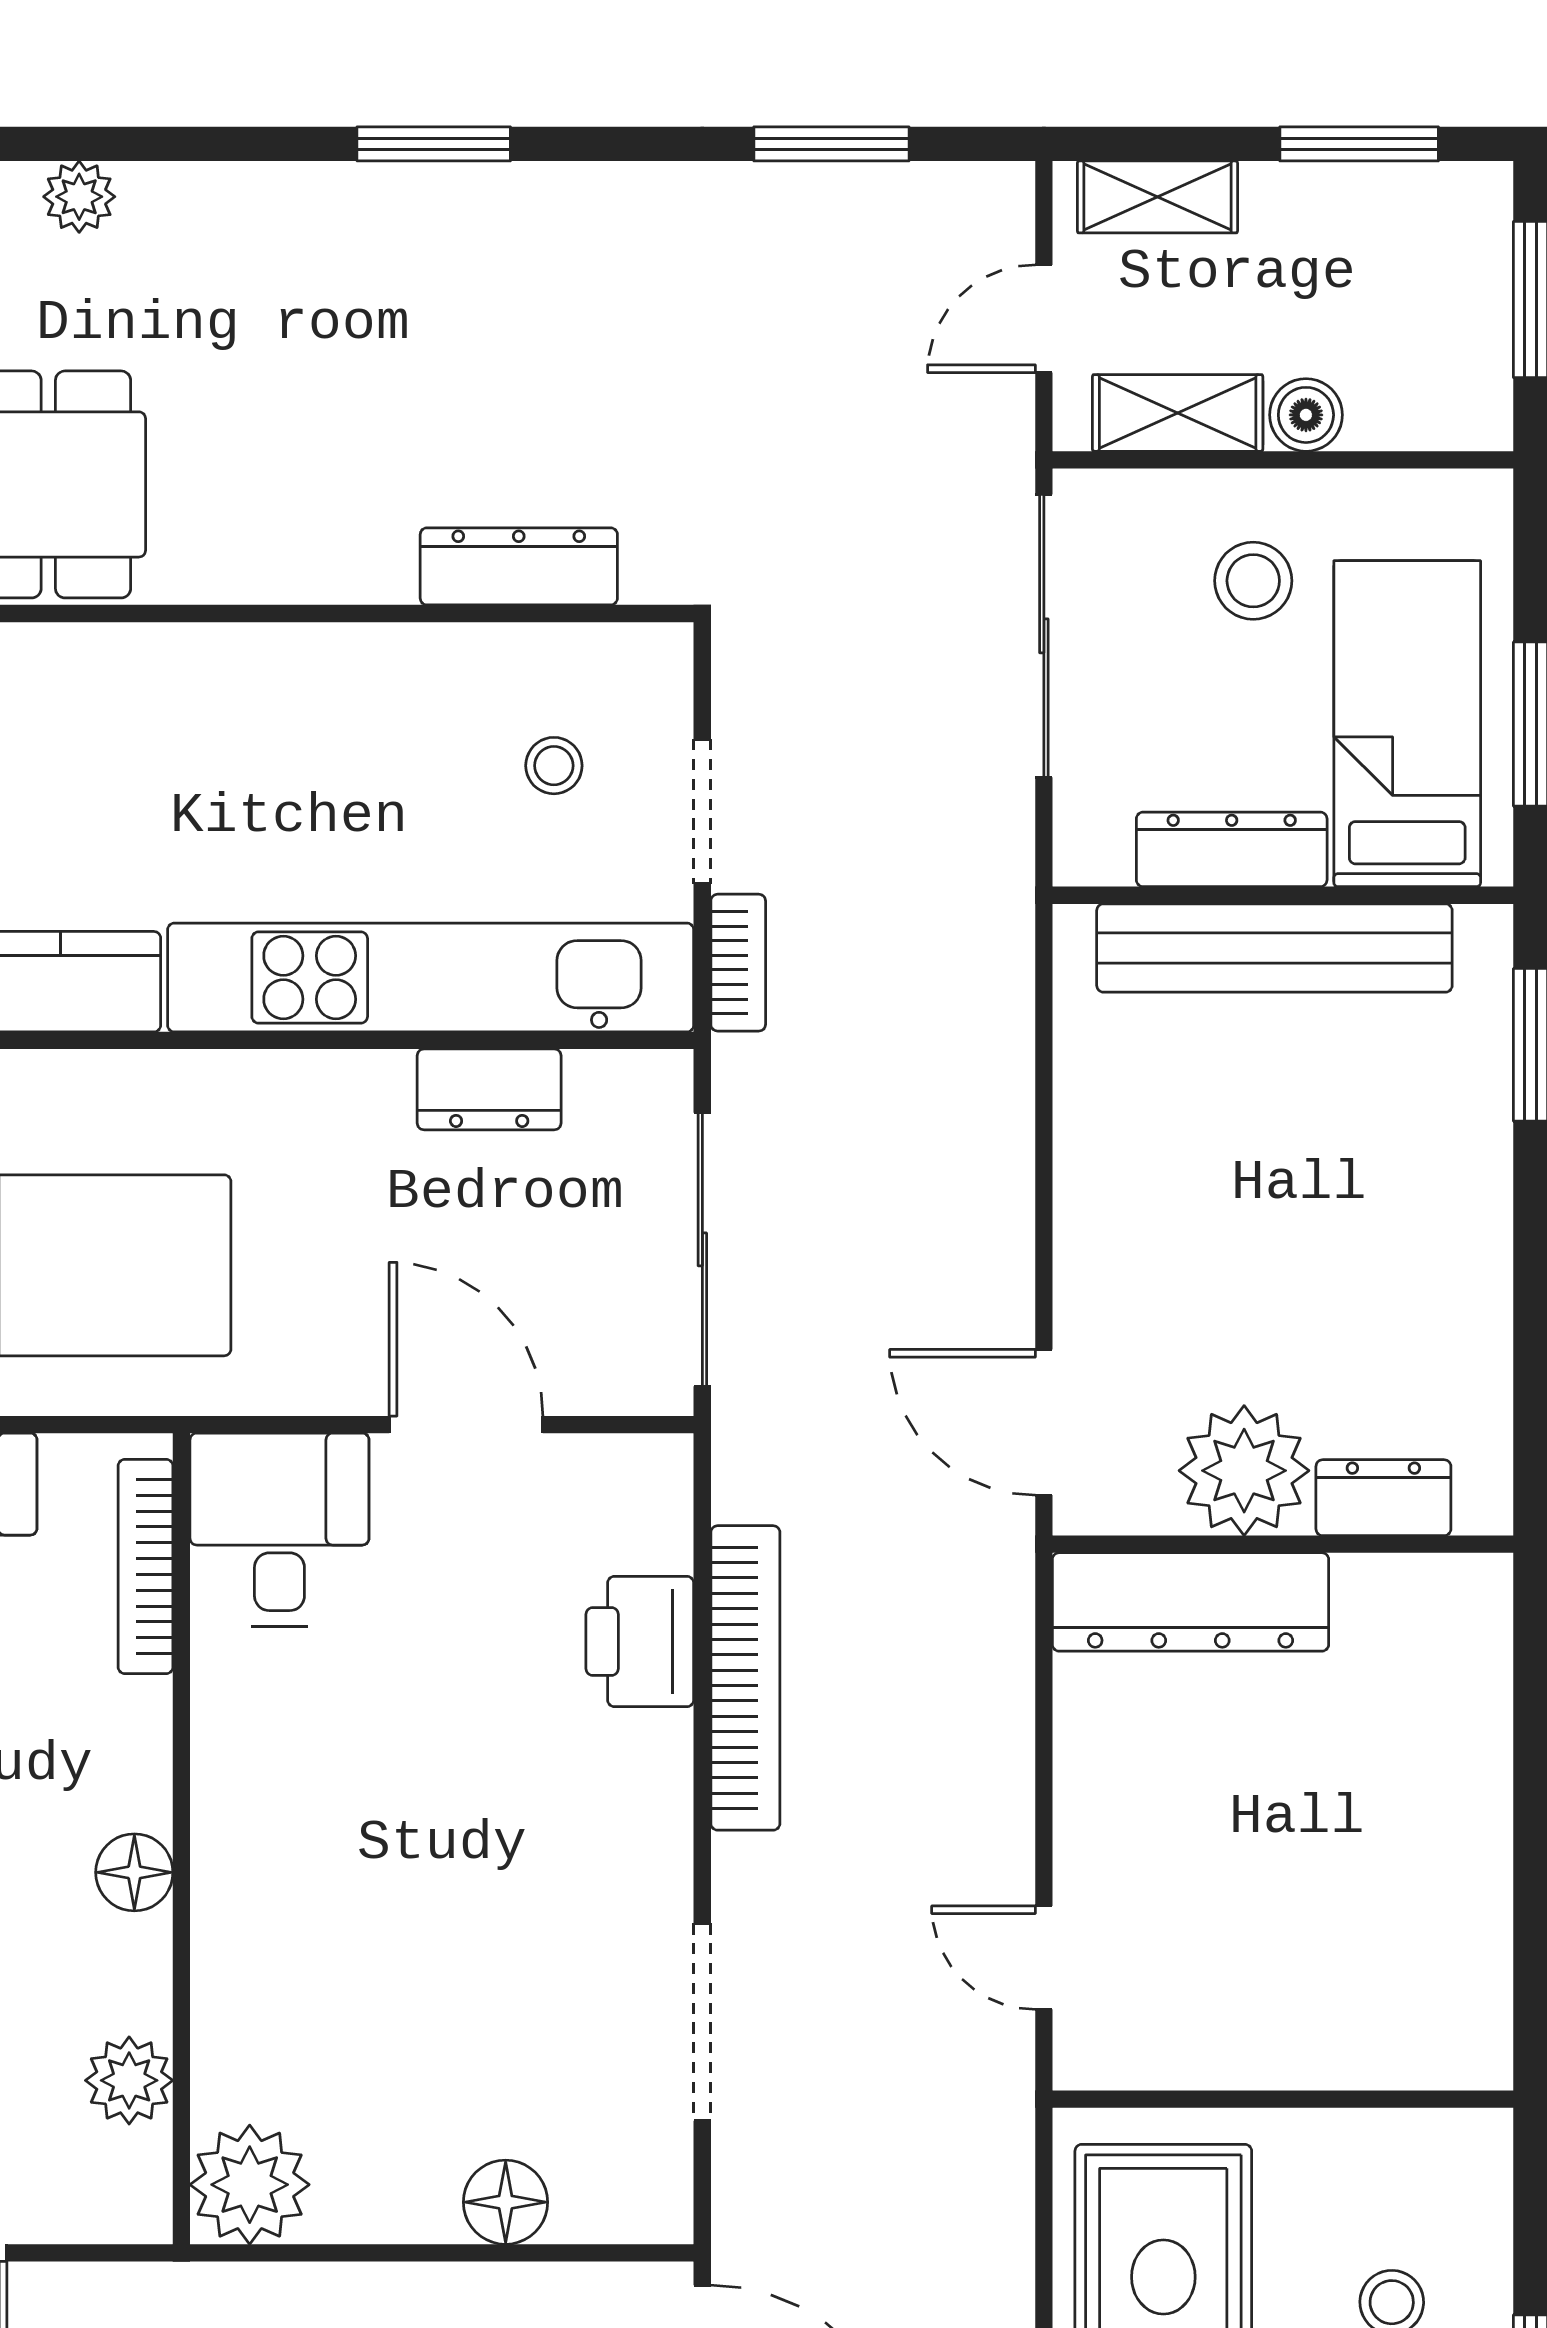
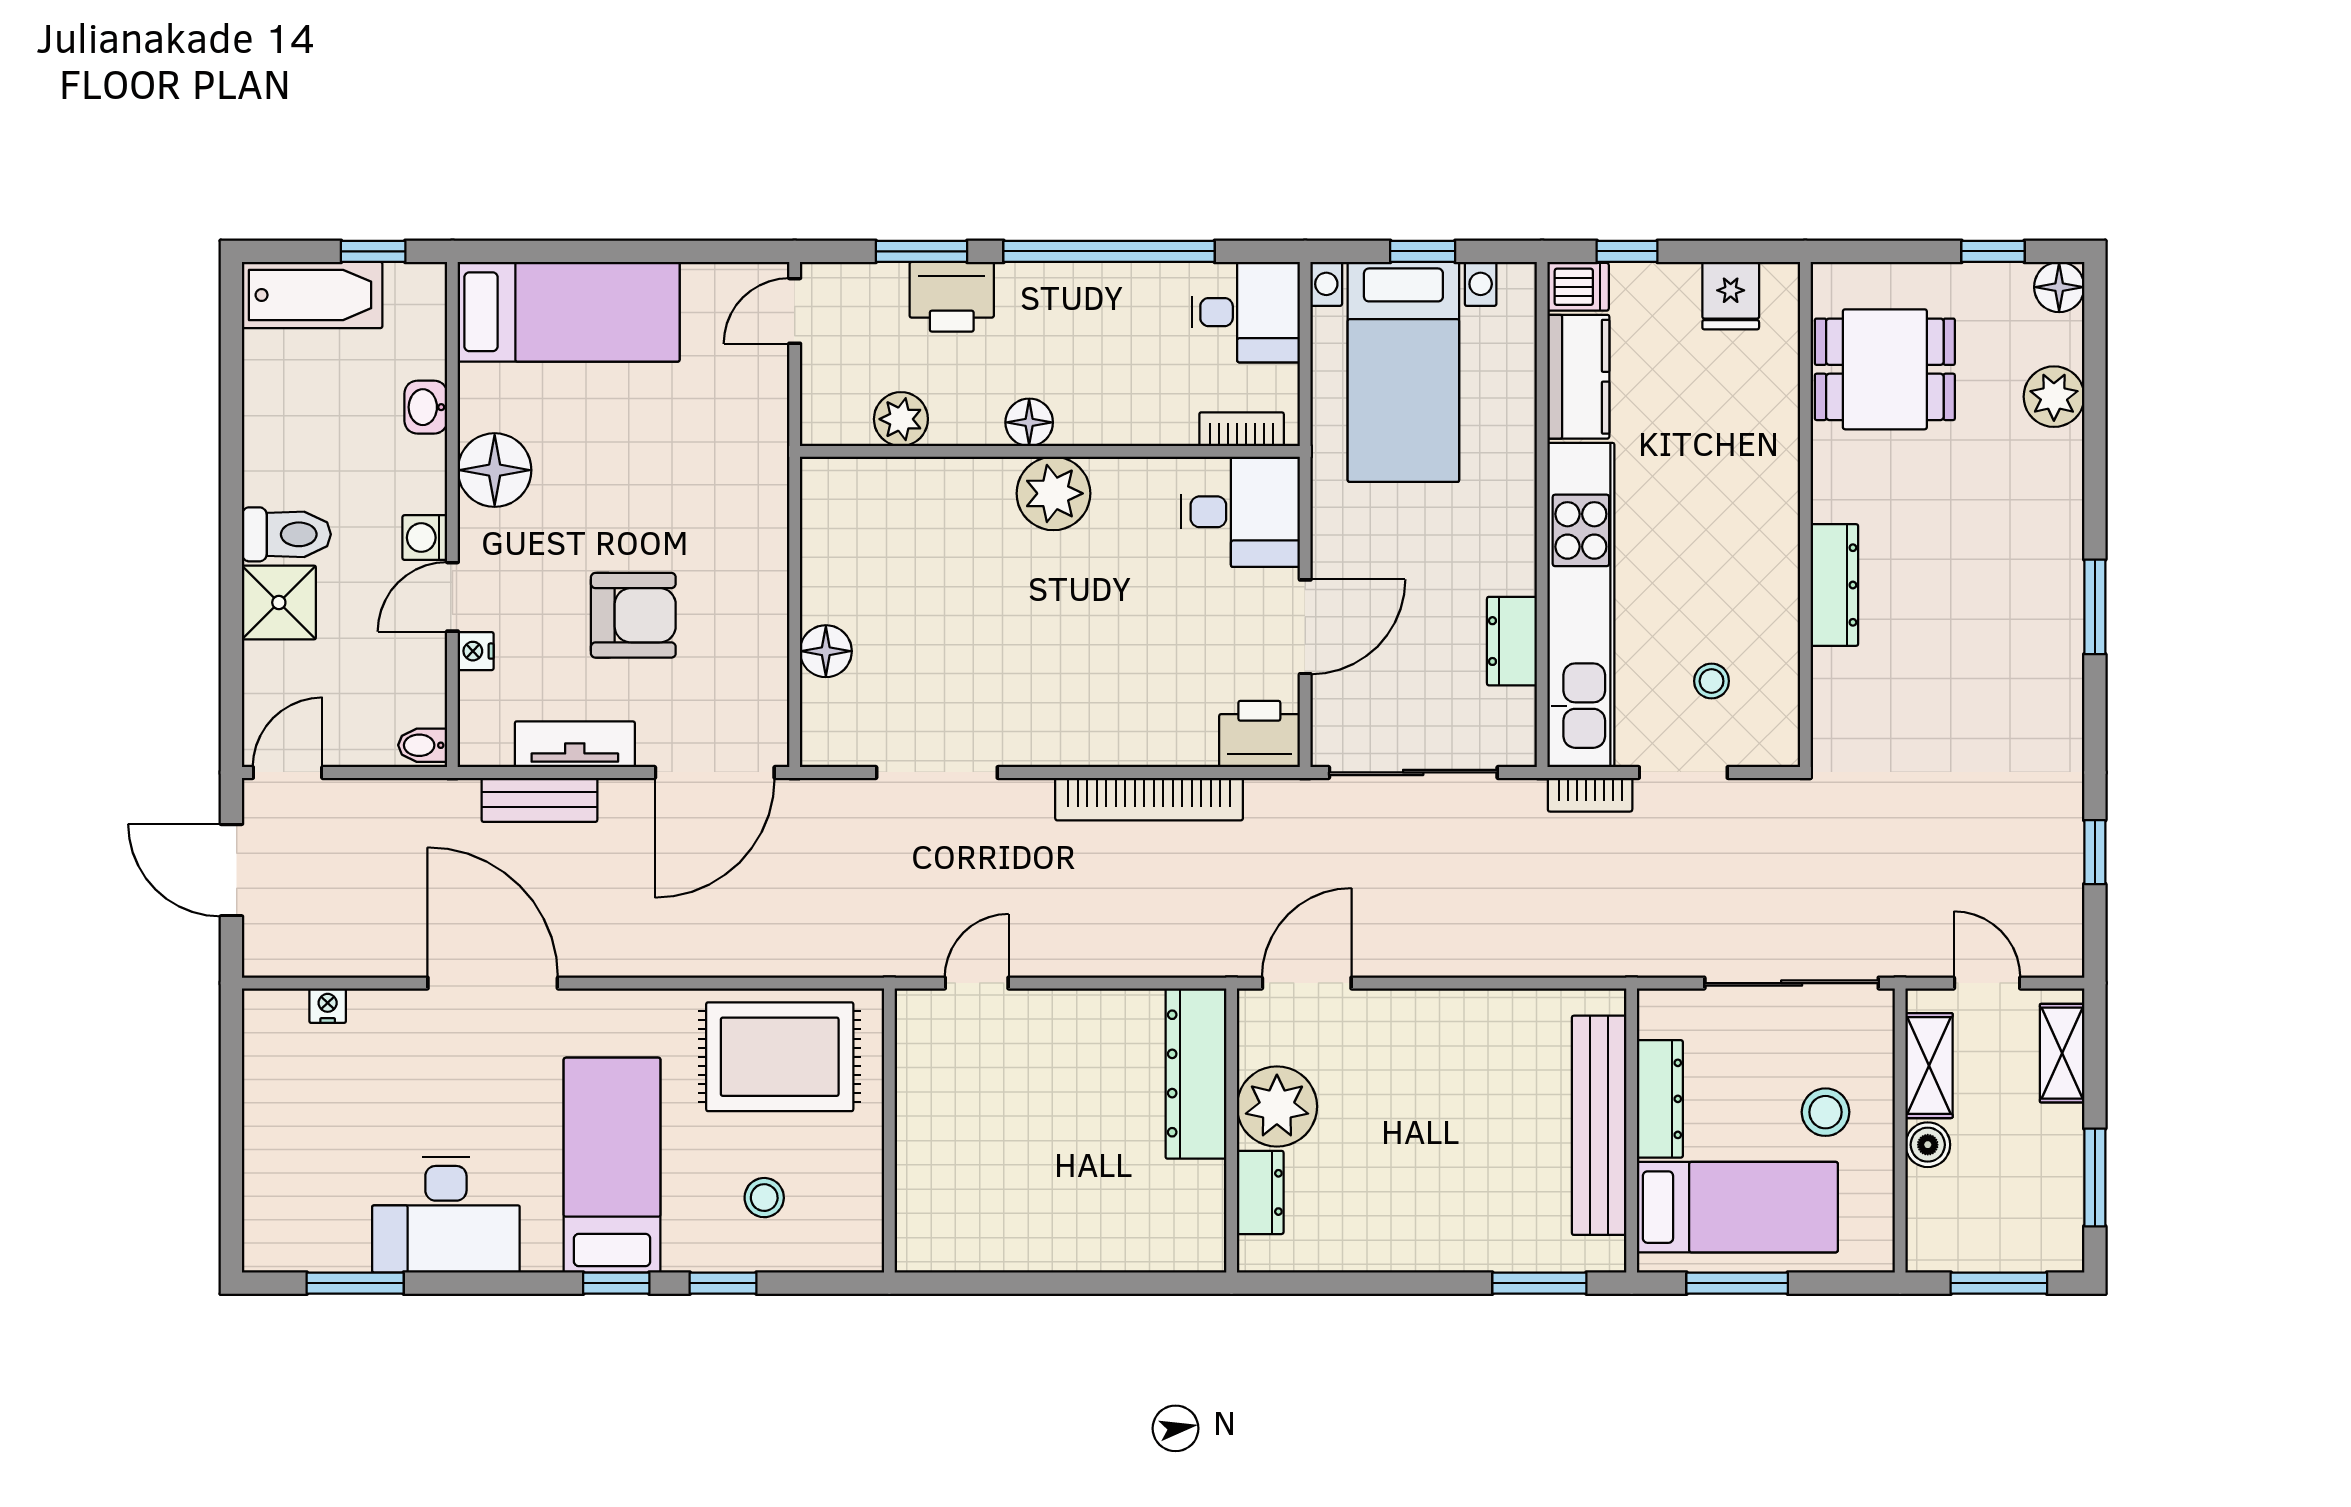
window: (831, 144) -> (2095, 852), width x0.67
plant: (79, 197) -> (2054, 397), width x1.38, depth x1.38
dresser: (519, 566) -> (1834, 585), moved
bookcase: (145, 1566) -> (1242, 429), width x0.64
printer: (640, 1642) -> (1259, 734), moved
plant: (250, 2185) -> (1053, 493), moved

